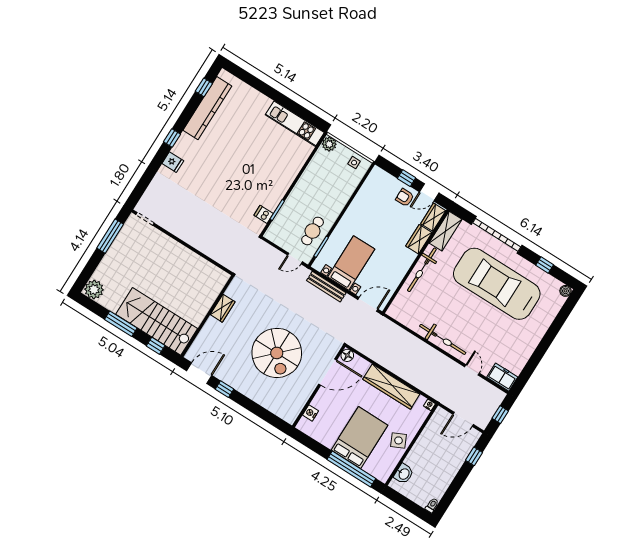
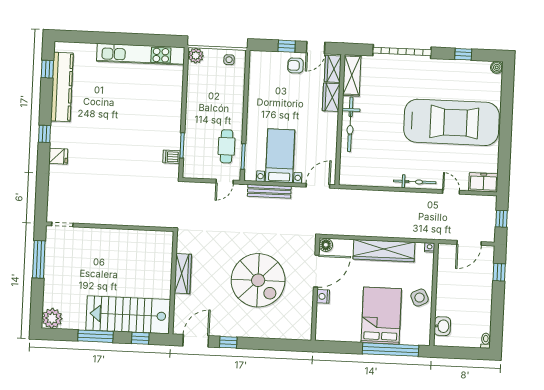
kitchen unit: (295, 124) -> (141, 54), width x1.36
car: (497, 284) -> (451, 122), moved, turned 180
wardrobe: (223, 308) -> (183, 274), width x1.50
bicycle: (443, 339) -> (415, 182), width x0.73, depth x0.71
nightstand: (311, 413) -> (323, 296), moved

